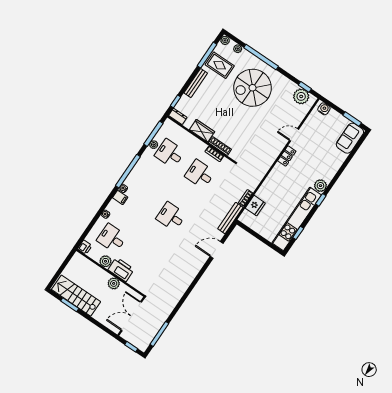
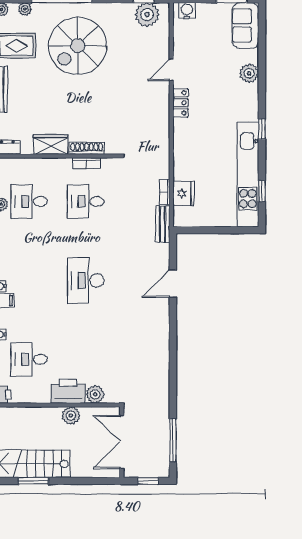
plant: (320, 186) -> (249, 73), moved
desk: (171, 216) -> (86, 280), width x1.37
bench: (230, 218) -> (163, 224), width x0.73
plant: (105, 261) -> (95, 394), moved

